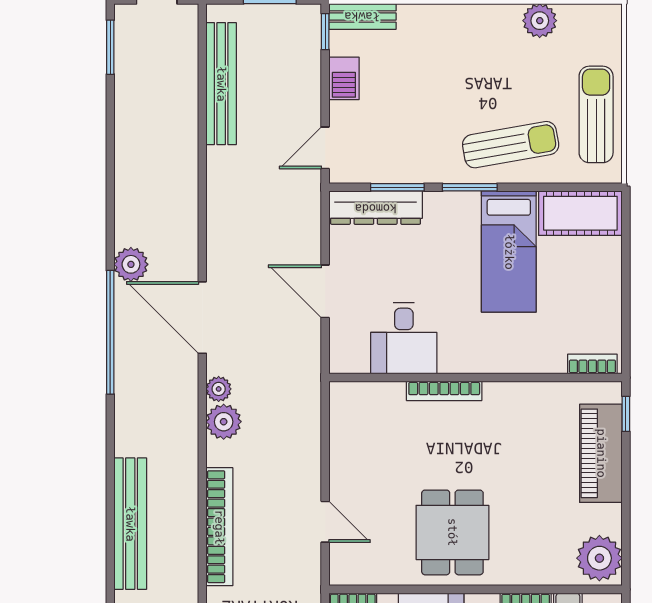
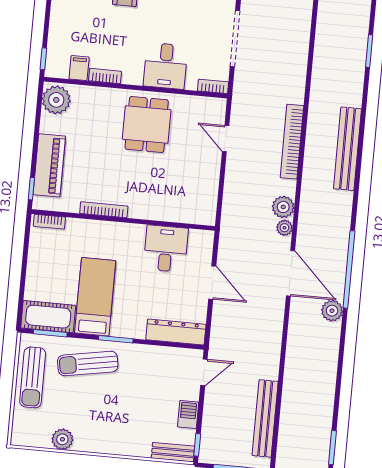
window: (397, 187) -> (50, 333), moved
bookcase: (444, 391) -> (104, 210), moved

